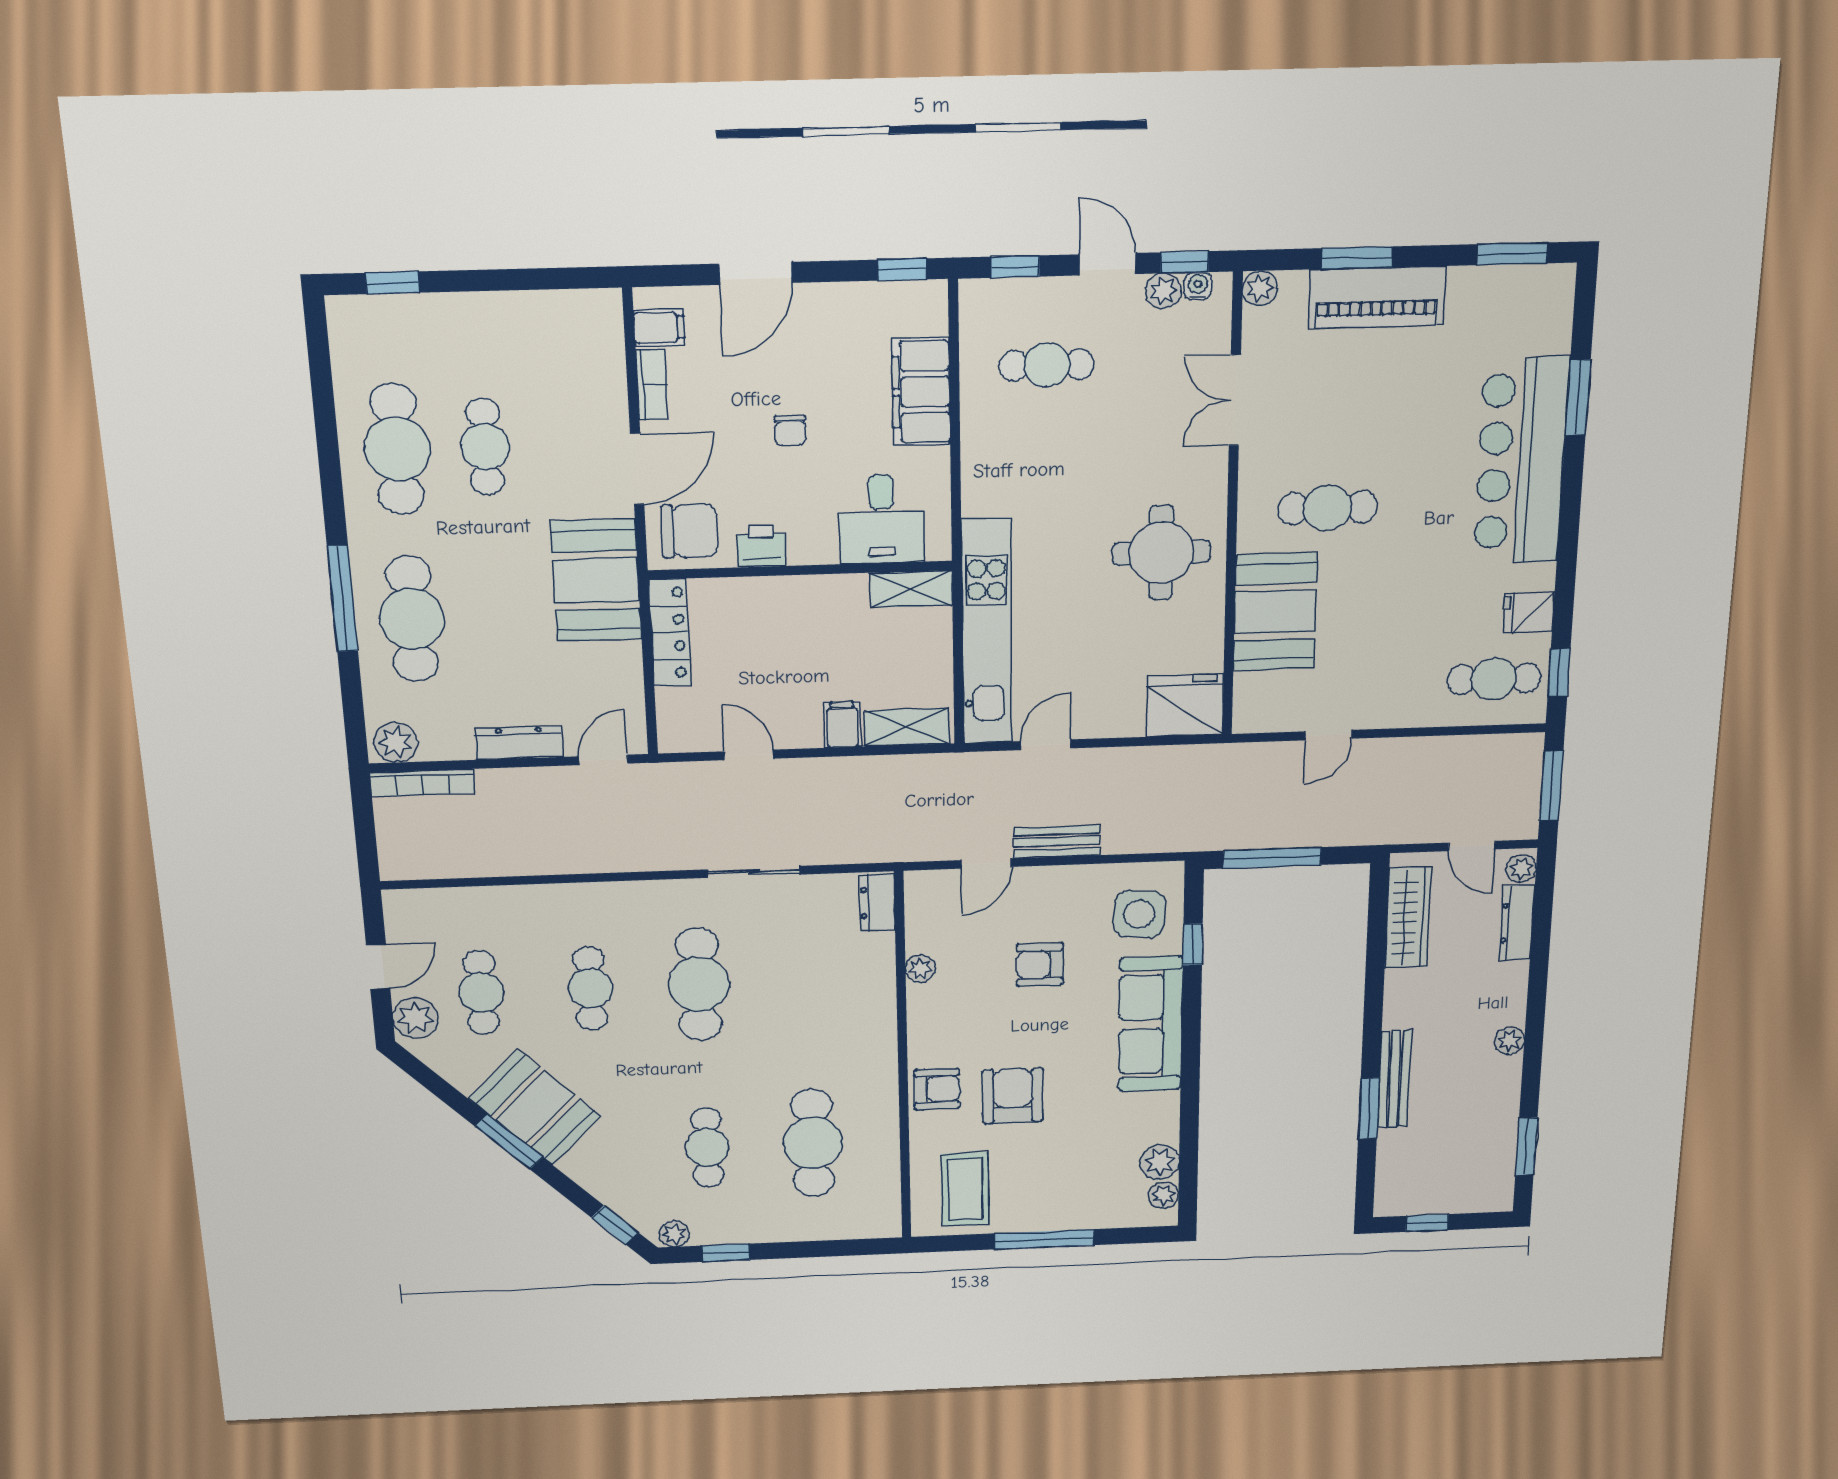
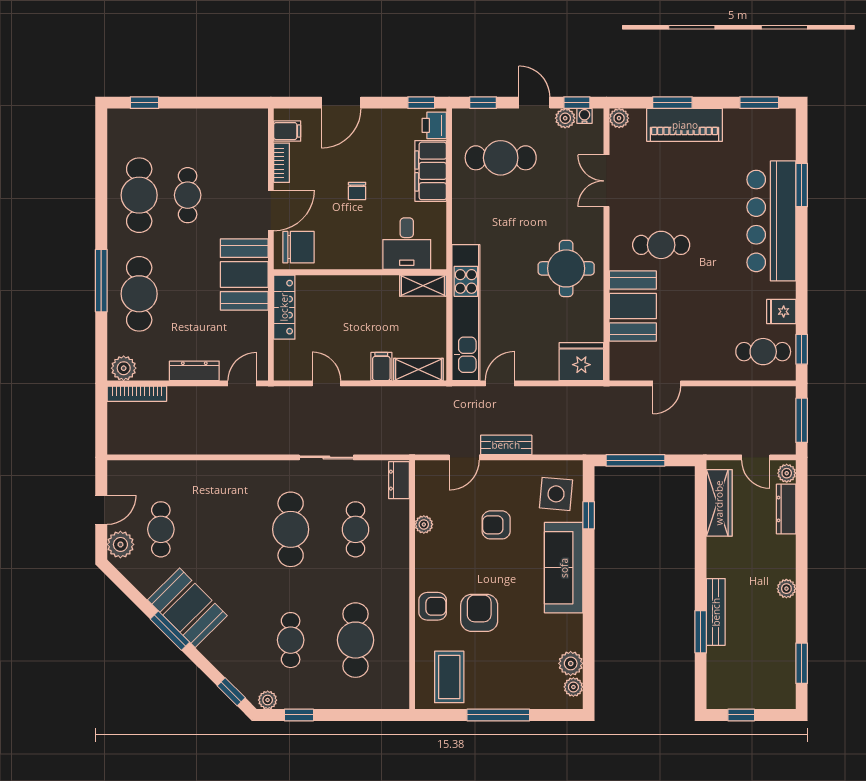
cafe table: (1047, 365) -> (501, 158), width x1.37, depth x1.35
printer: (761, 546) -> (434, 125), moved, turned -90
cafe table: (590, 988) -> (356, 529), moved

